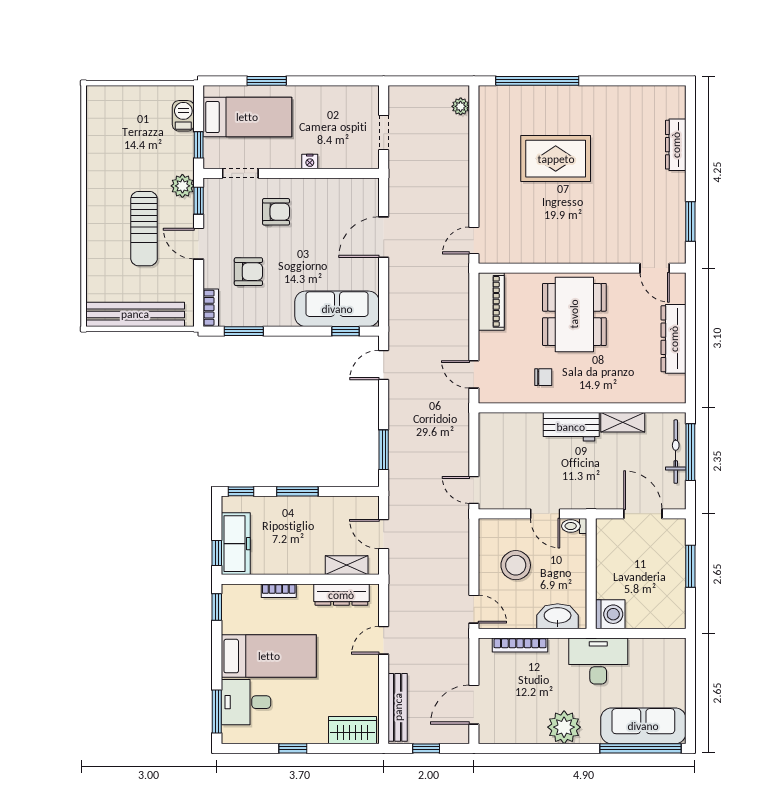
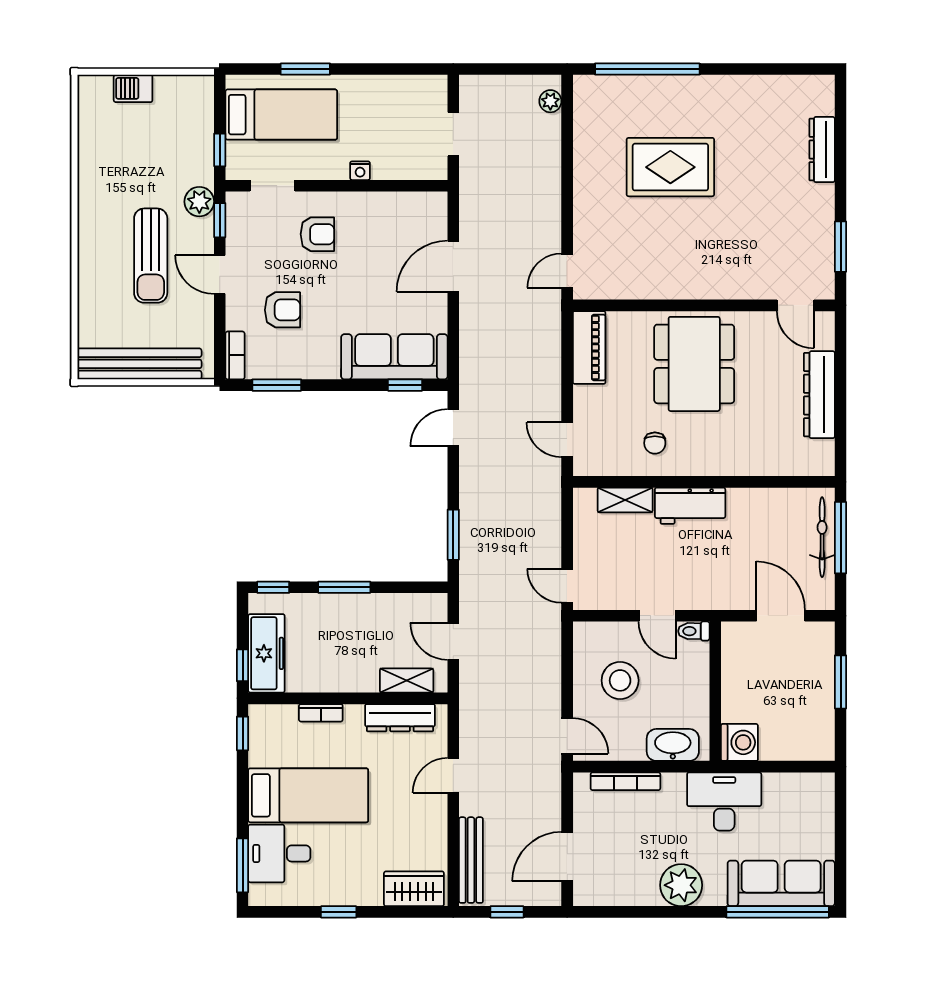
barbecue: (183, 116) -> (133, 88), moved, turned -90
chair: (543, 377) -> (655, 443), turned 90
shelving: (623, 422) -> (625, 500), moved

